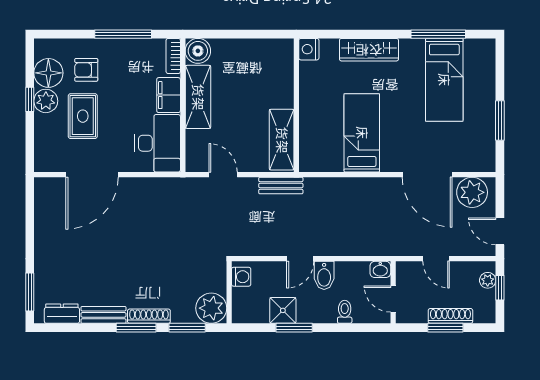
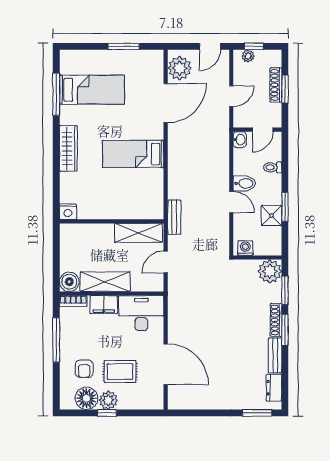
nightstand: (309, 49) -> (68, 212), moved
wall: (296, 105) -> (112, 221), moved
shelving: (282, 140) -> (138, 233), moved

